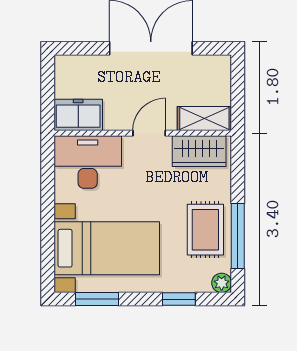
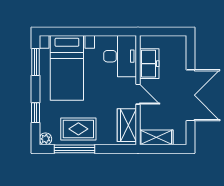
freezer: (78, 115) -> (149, 64), moved
shelving: (204, 118) -> (156, 137), moved, turned 90

